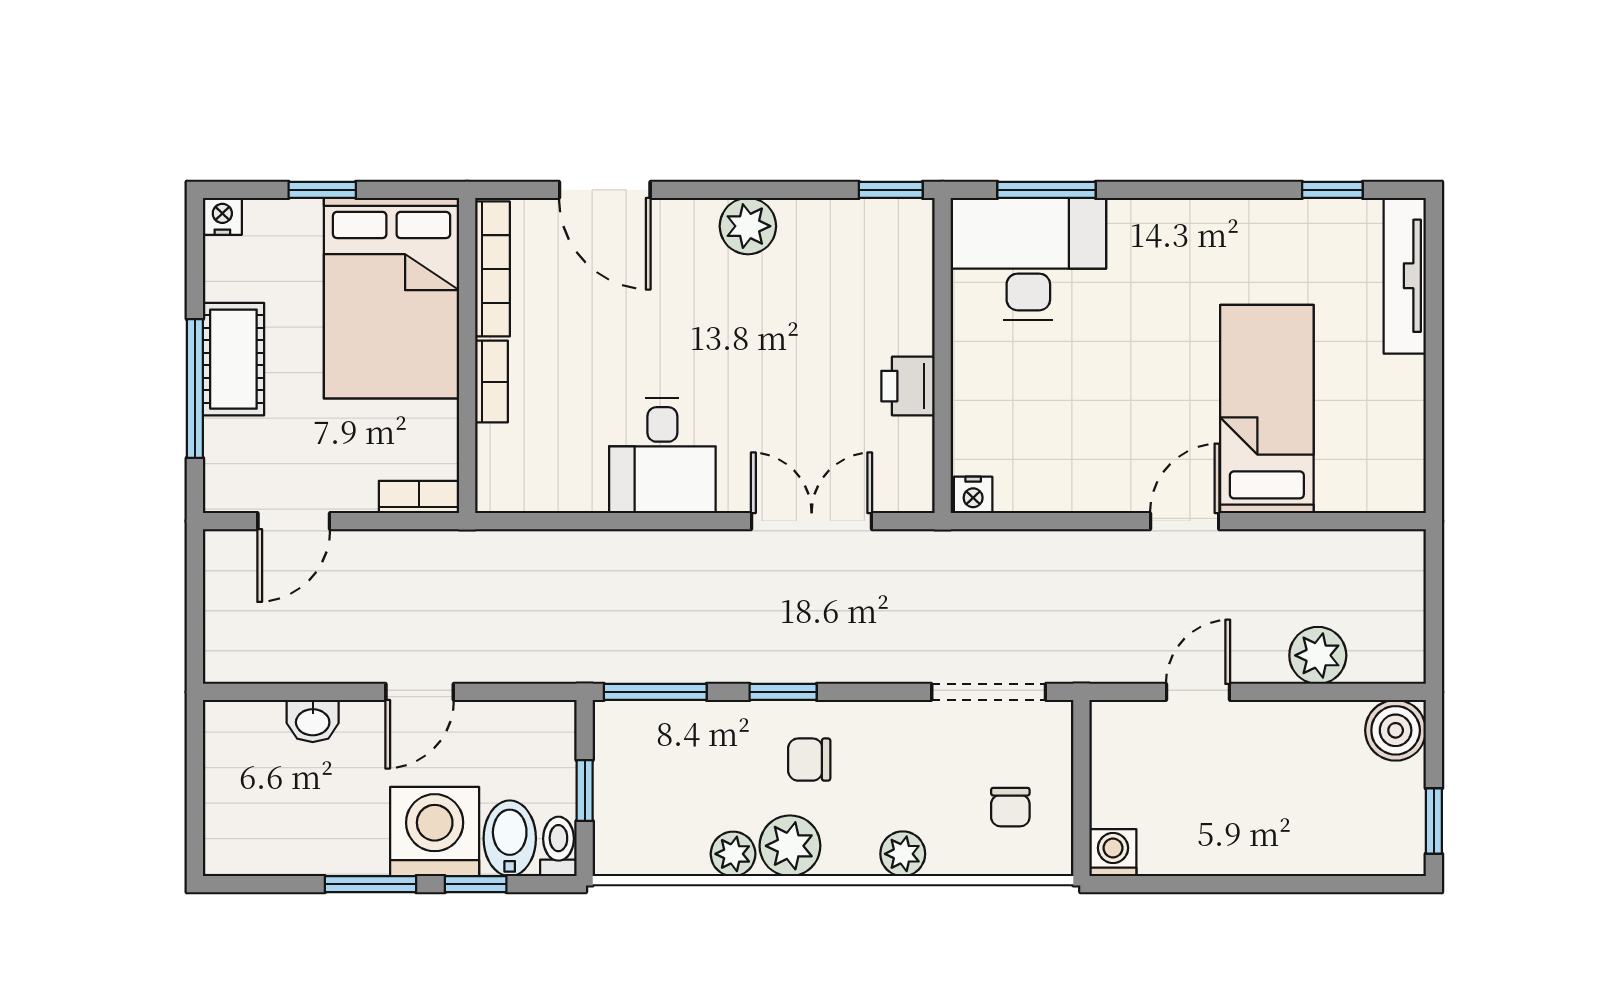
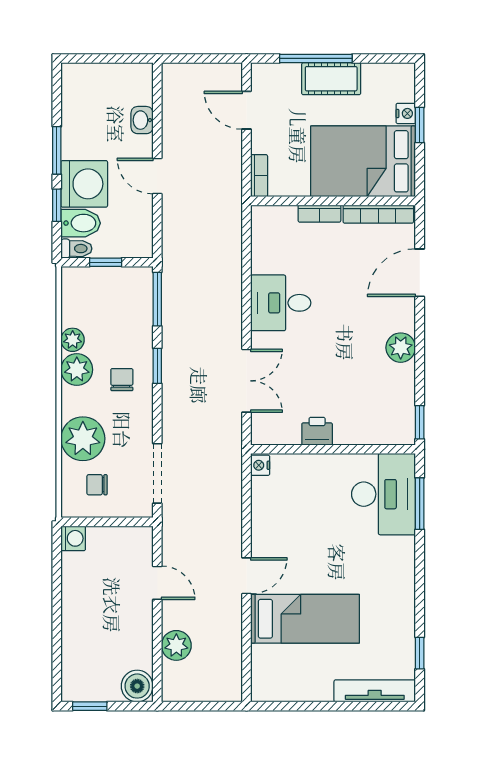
nightstand: (222, 216) -> (406, 113), moved
door: (1185, 521) -> (247, 576), hinge flipped
plant: (903, 854) -> (83, 439), width x1.87, depth x1.87

